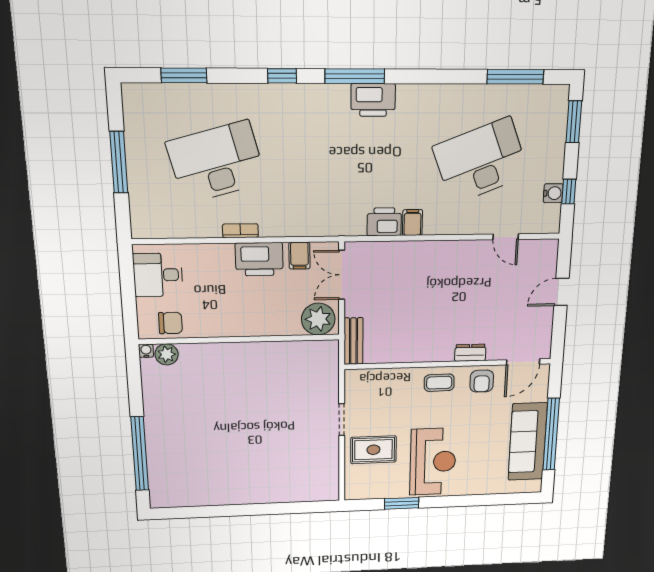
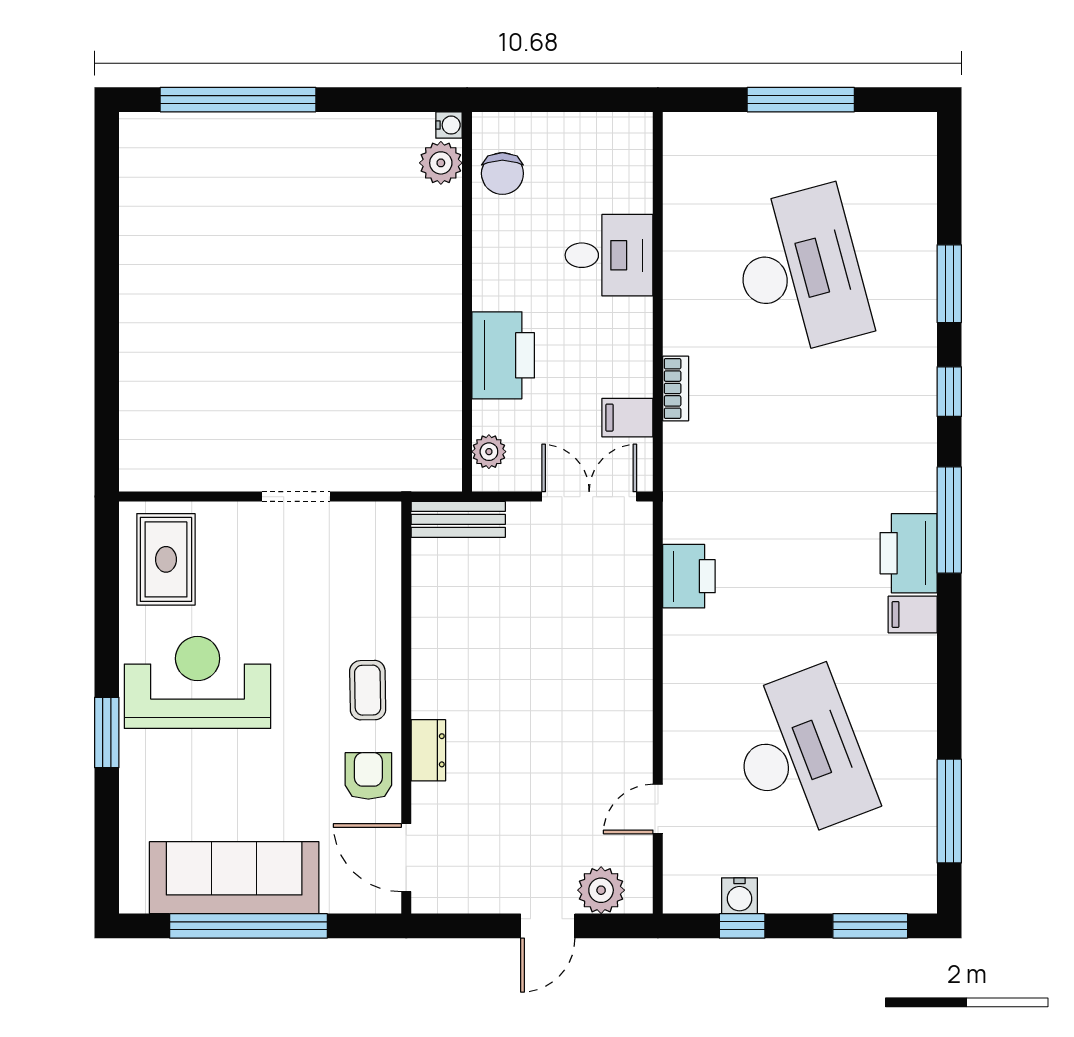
window: (184, 75) -> (949, 284), moved
filing cabinet: (412, 222) -> (913, 614), moved, turned 180
bookcase: (240, 231) -> (676, 389), moved
printer: (259, 259) -> (503, 355), moved, turned 180
plant: (545, 265) -> (601, 890), added
desk: (158, 275) -> (609, 255), moved, turned 90
door: (561, 292) -> (548, 926), swing flipped
plant: (318, 319) -> (489, 452), width x0.53, depth x0.53
armchair: (482, 381) -> (368, 776), turned 90
rug: (373, 450) -> (166, 559), moved
reception desk: (433, 462) -> (198, 682), turned 180
window: (402, 503) -> (107, 732), moved

